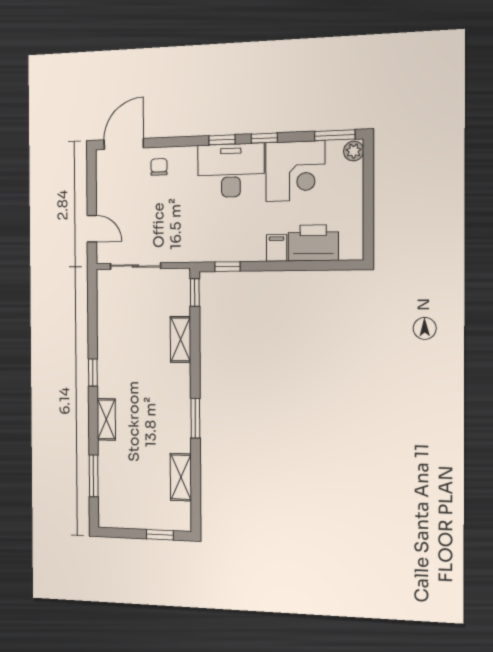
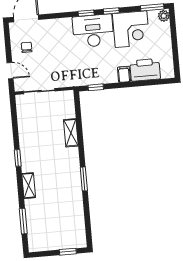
chair: (159, 167) -> (27, 47), moved
window: (195, 293) -> (77, 104), removed
shelving: (181, 477) -> (78, 215), removed

